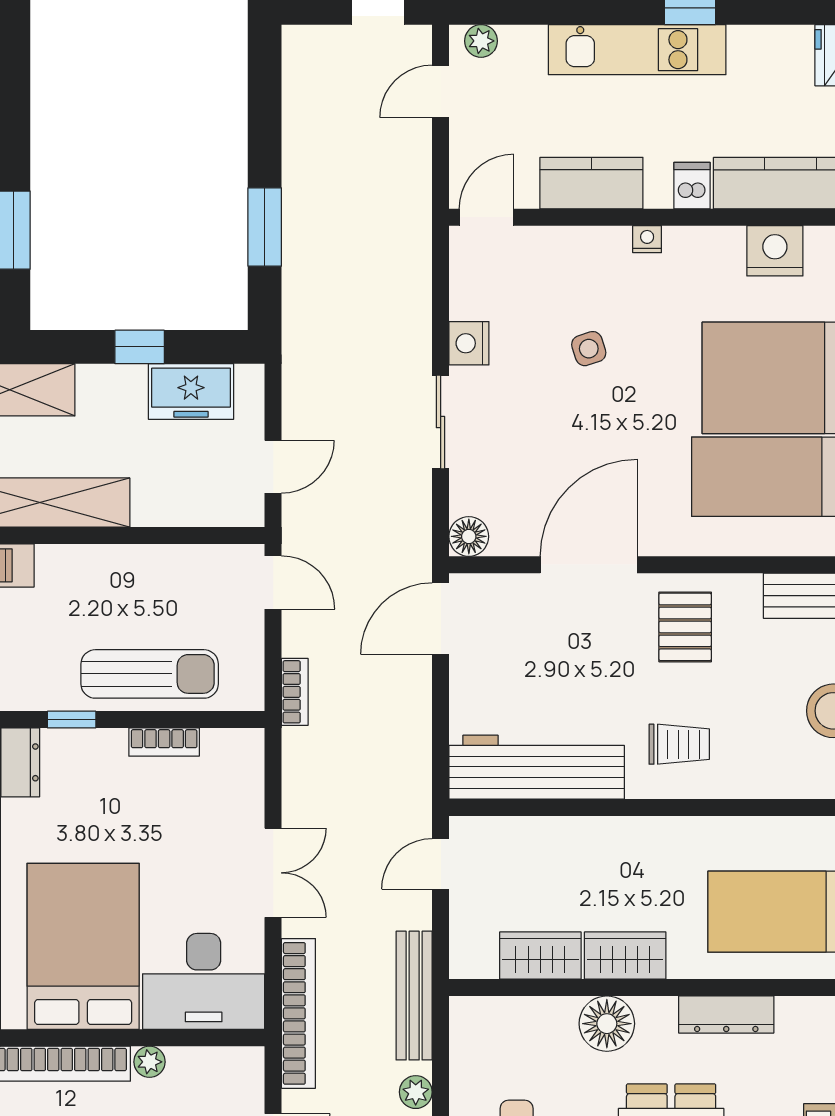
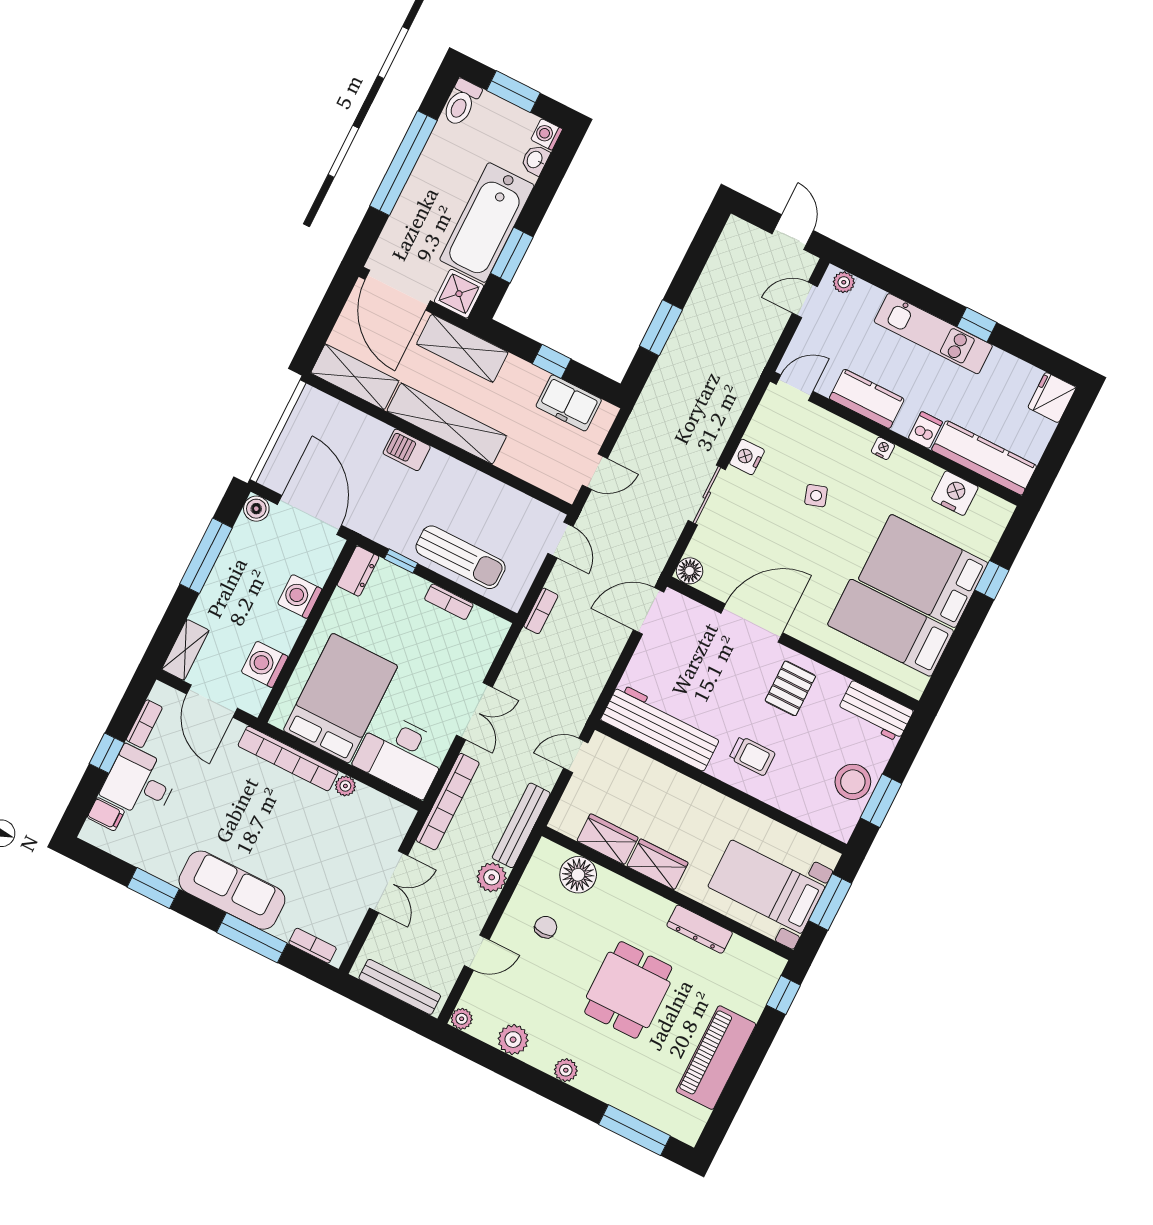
floor lamp: (607, 1024) -> (578, 875), moved
plant: (416, 1092) -> (492, 877), width x1.38, depth x1.38

